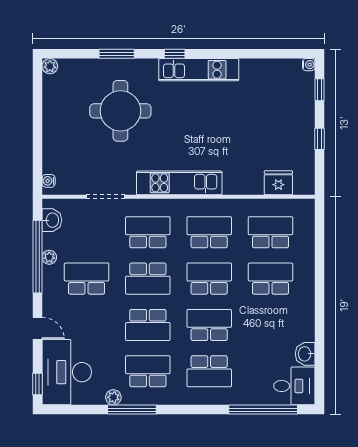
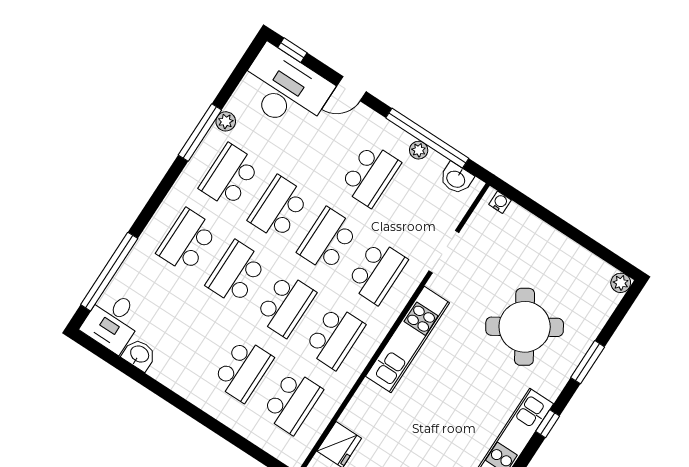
round table: (120, 111) -> (525, 327), turned -32
school desk: (209, 325) -> (236, 273), turned 180
school desk: (148, 371) -> (230, 176), turned 180

